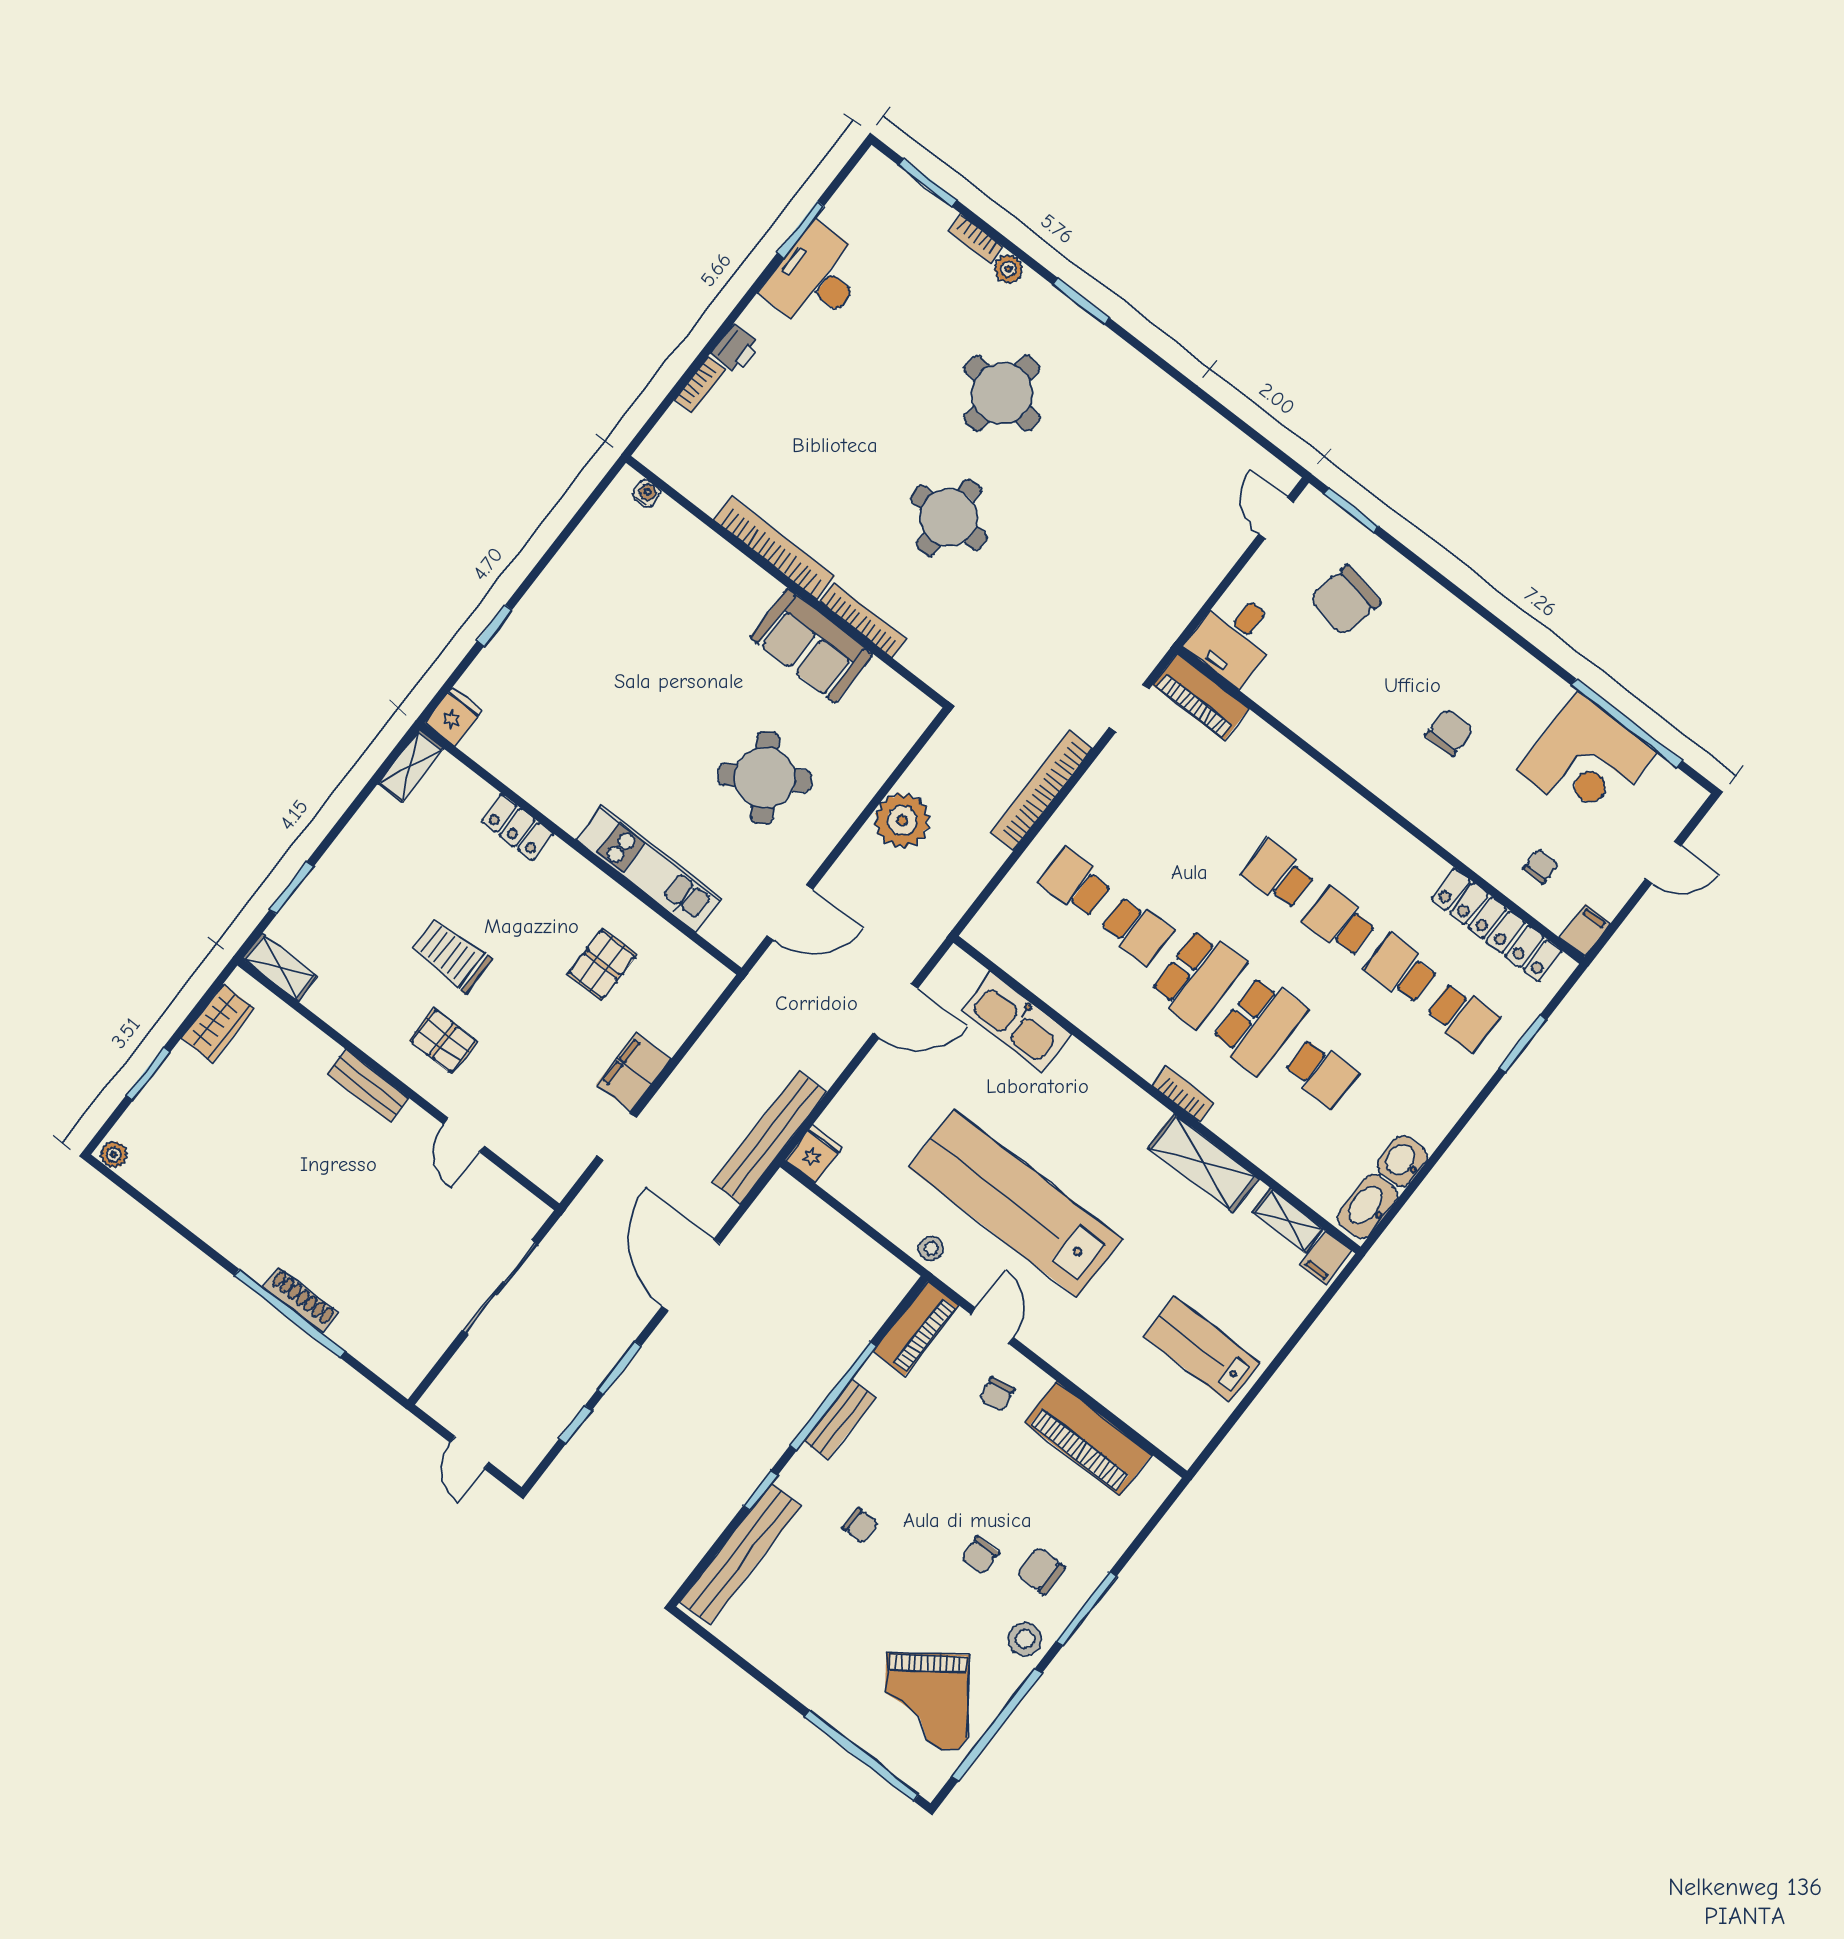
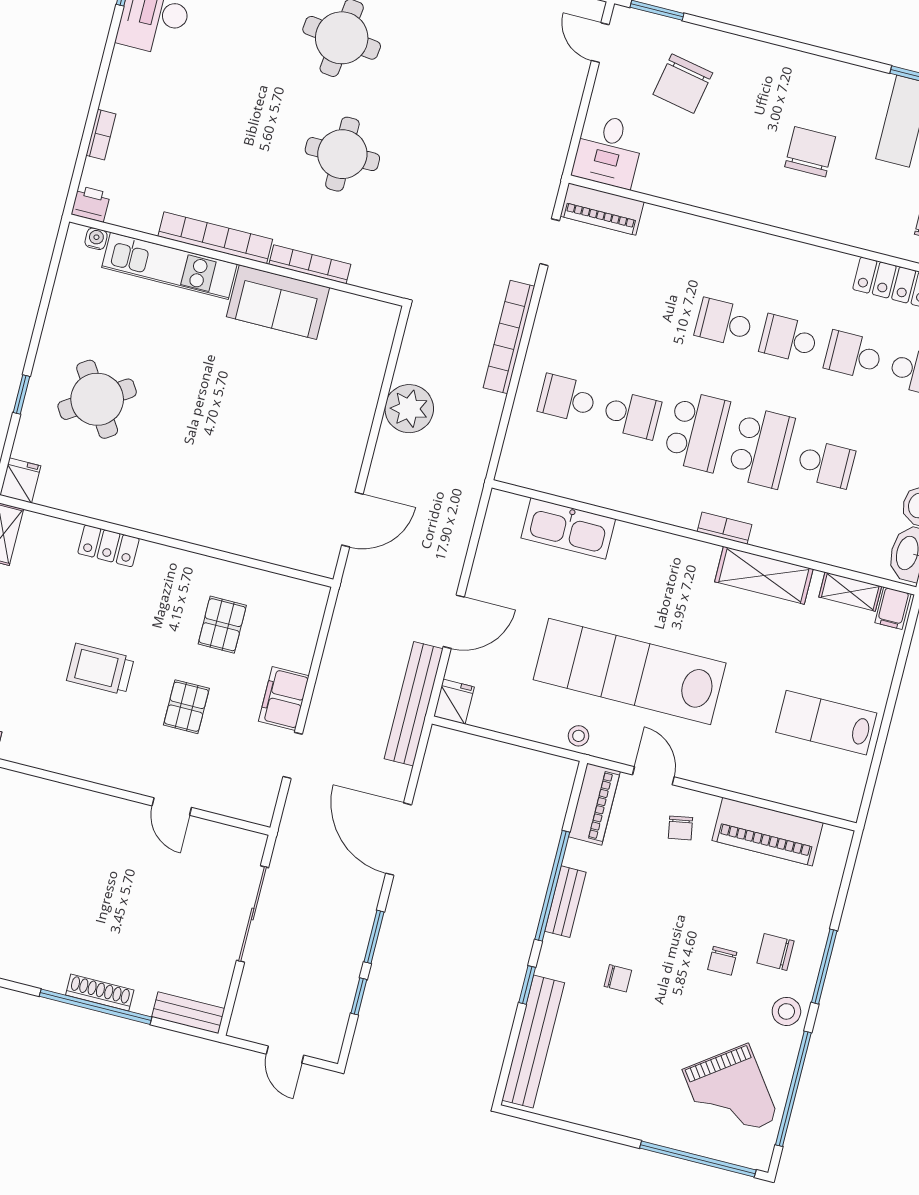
printer: (736, 349) -> (91, 204), moved, turned -90
chair: (1449, 732) -> (810, 152), width x1.37, depth x1.37
round table: (765, 778) -> (97, 399), moved
kitchen unit: (649, 869) -> (169, 266), moved, turned 180
door: (895, 1011) -> (454, 622), moved
pallet: (443, 1041) -> (186, 707), moved, turned 90
bench: (368, 1086) -> (188, 1013), moved

